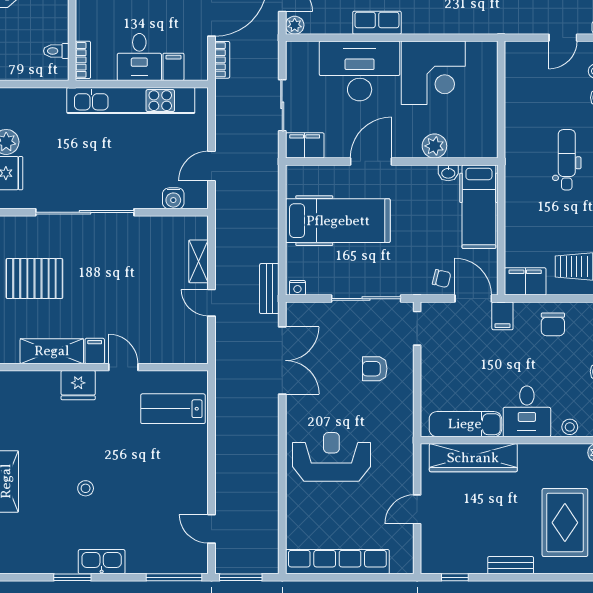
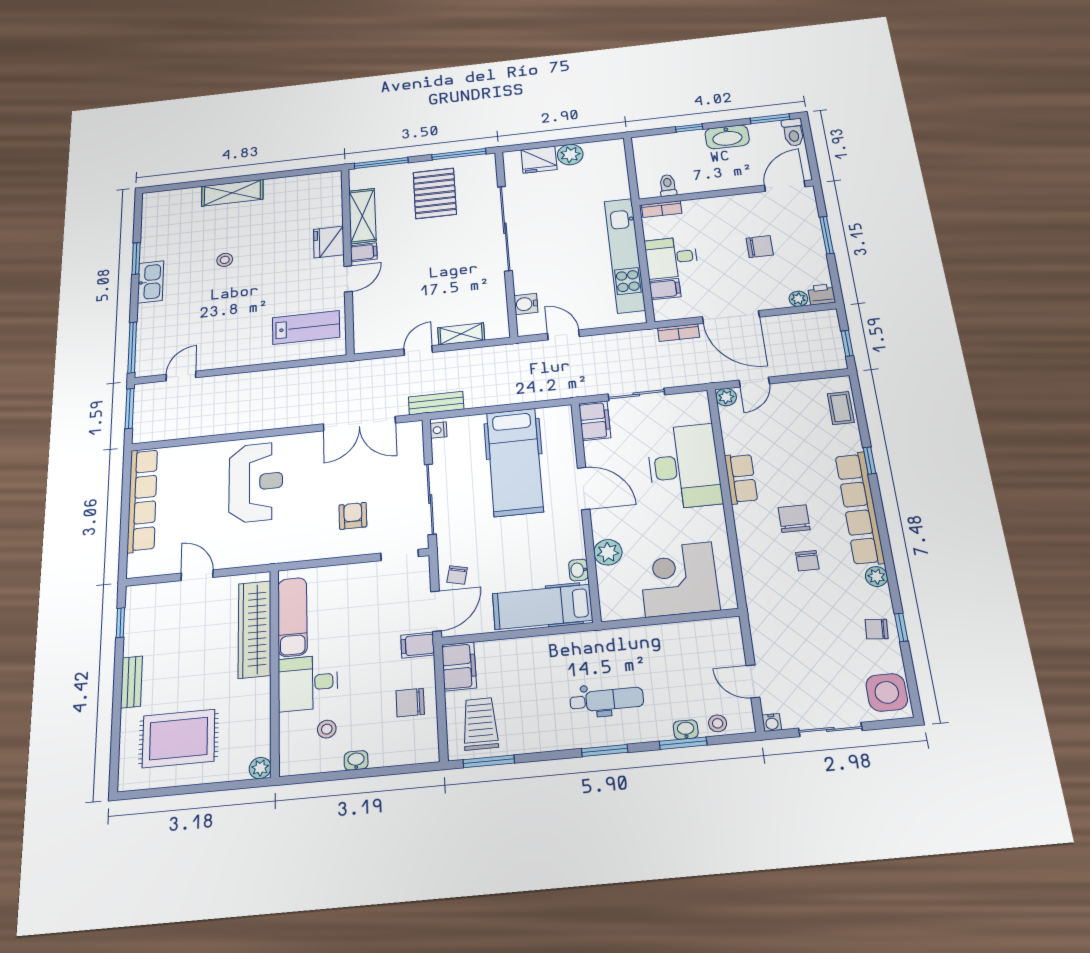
corner desk: (433, 73) -> (679, 579), moved, turned 90
lab bench: (173, 409) -> (306, 328), turned 90
stool: (570, 427) -> (327, 729), moved

